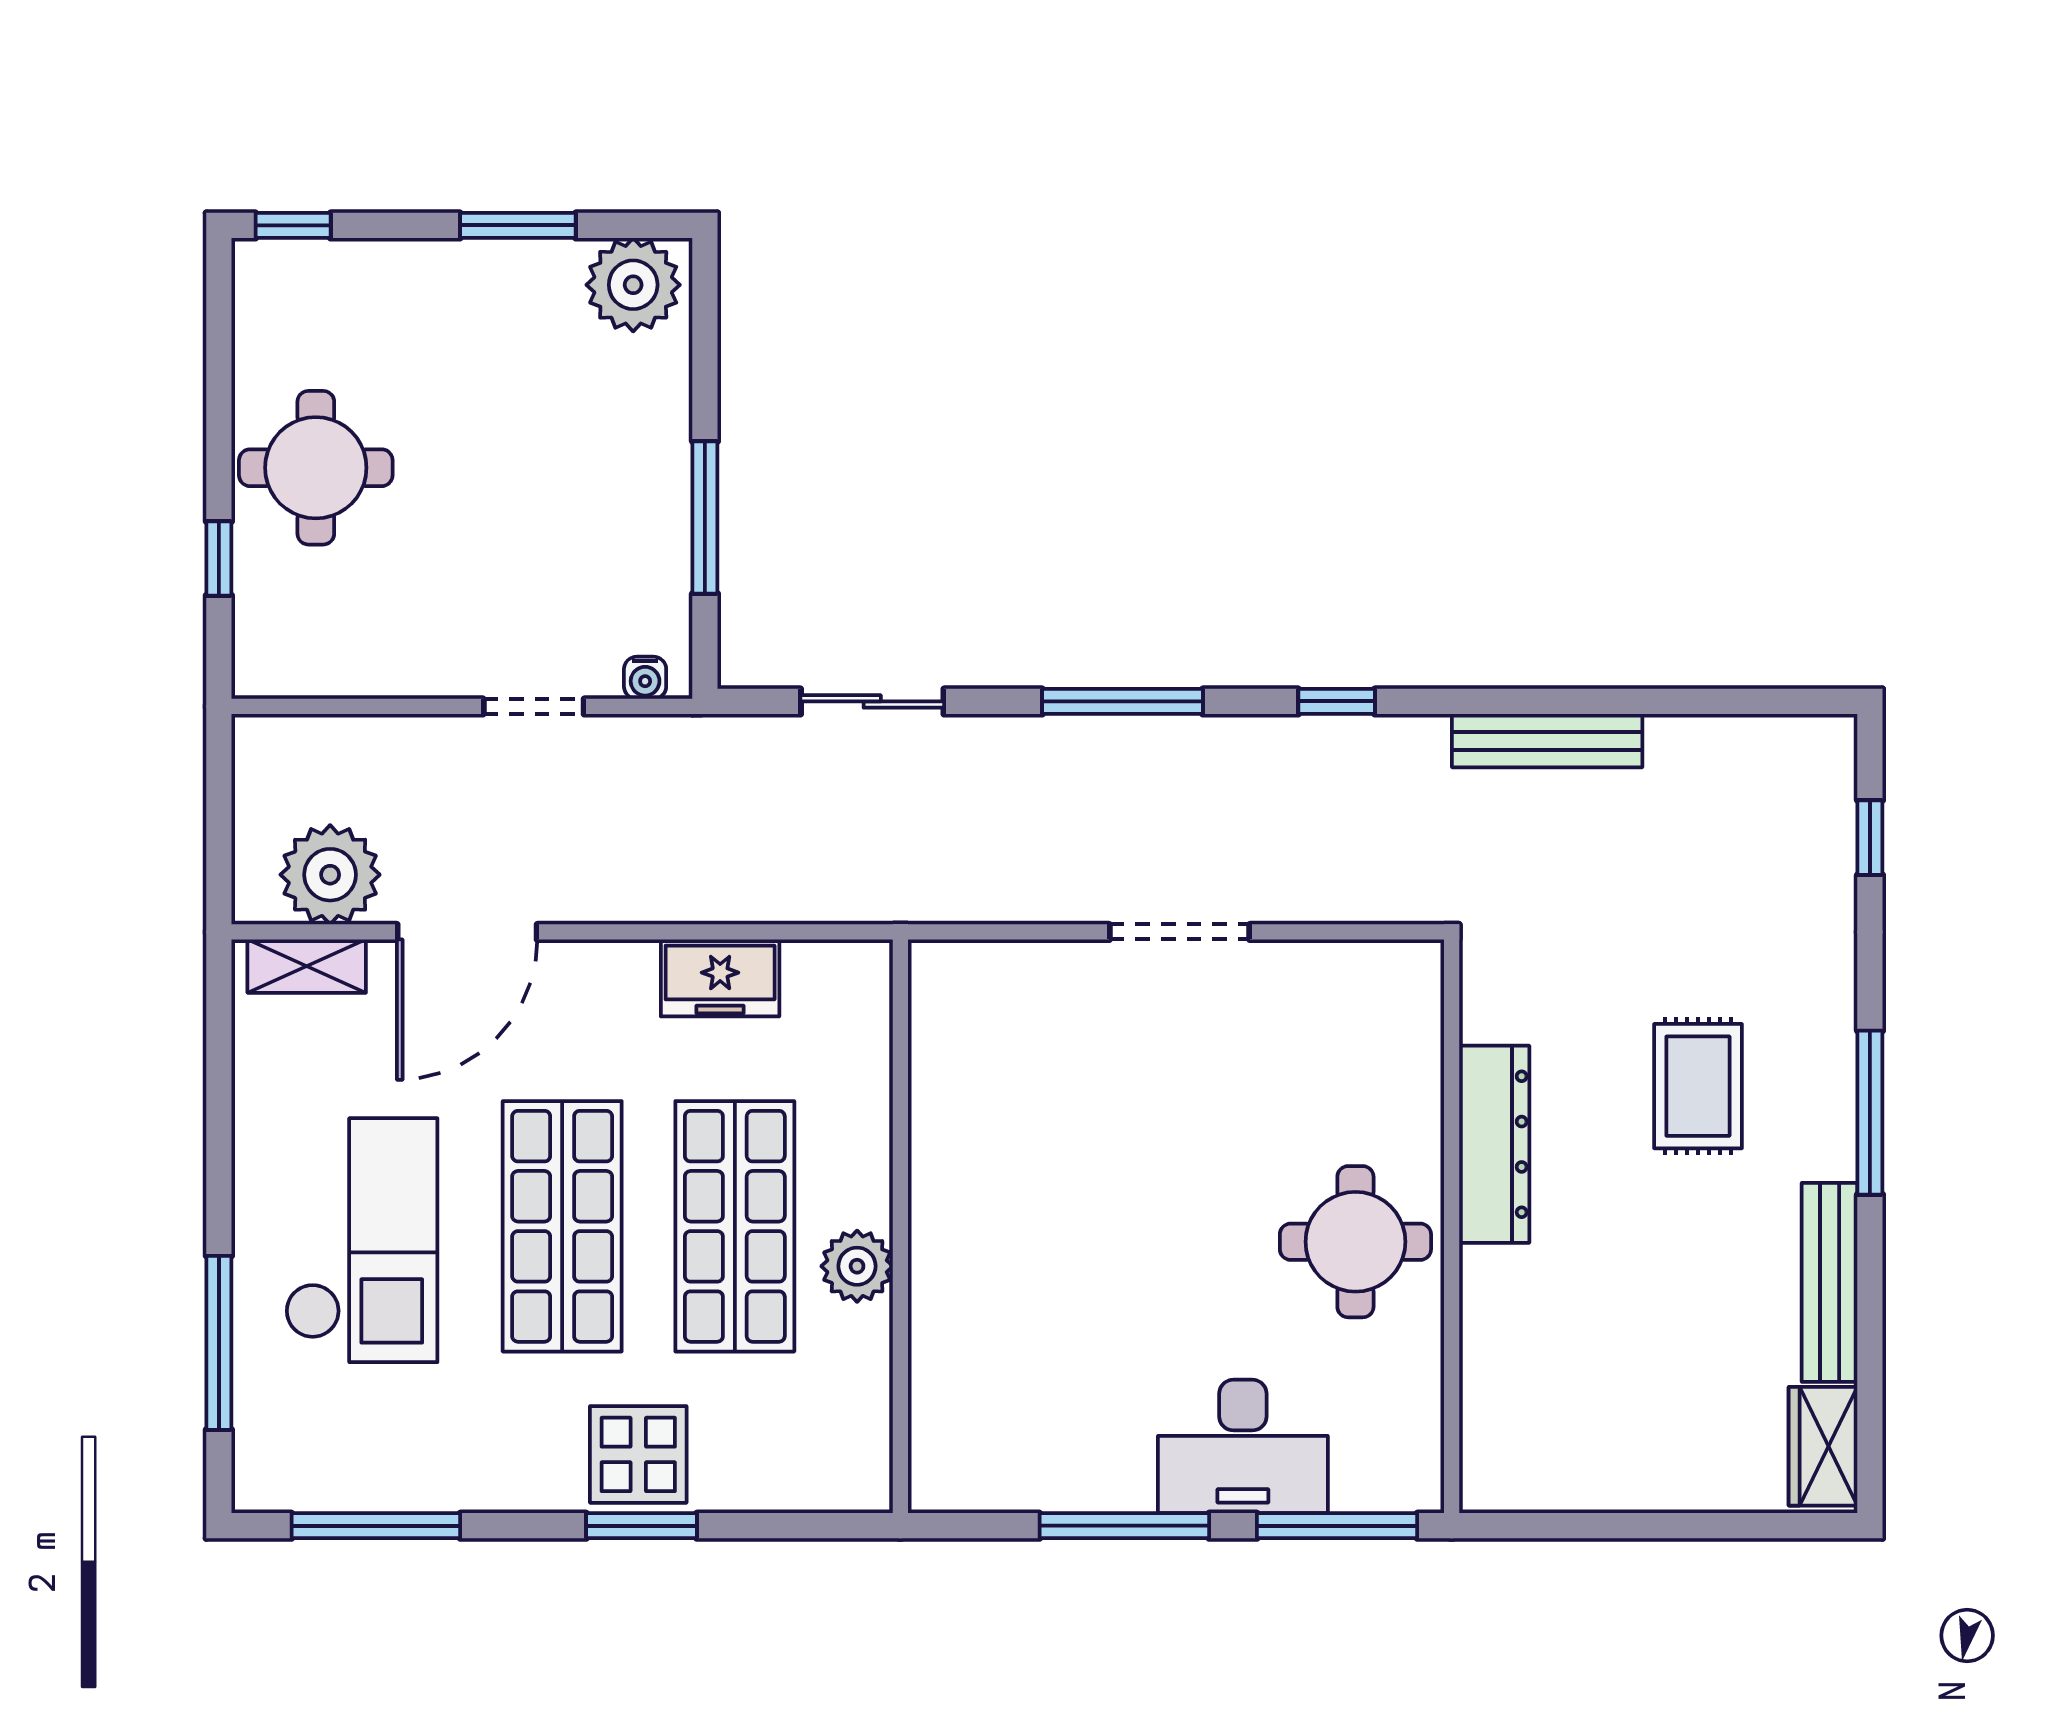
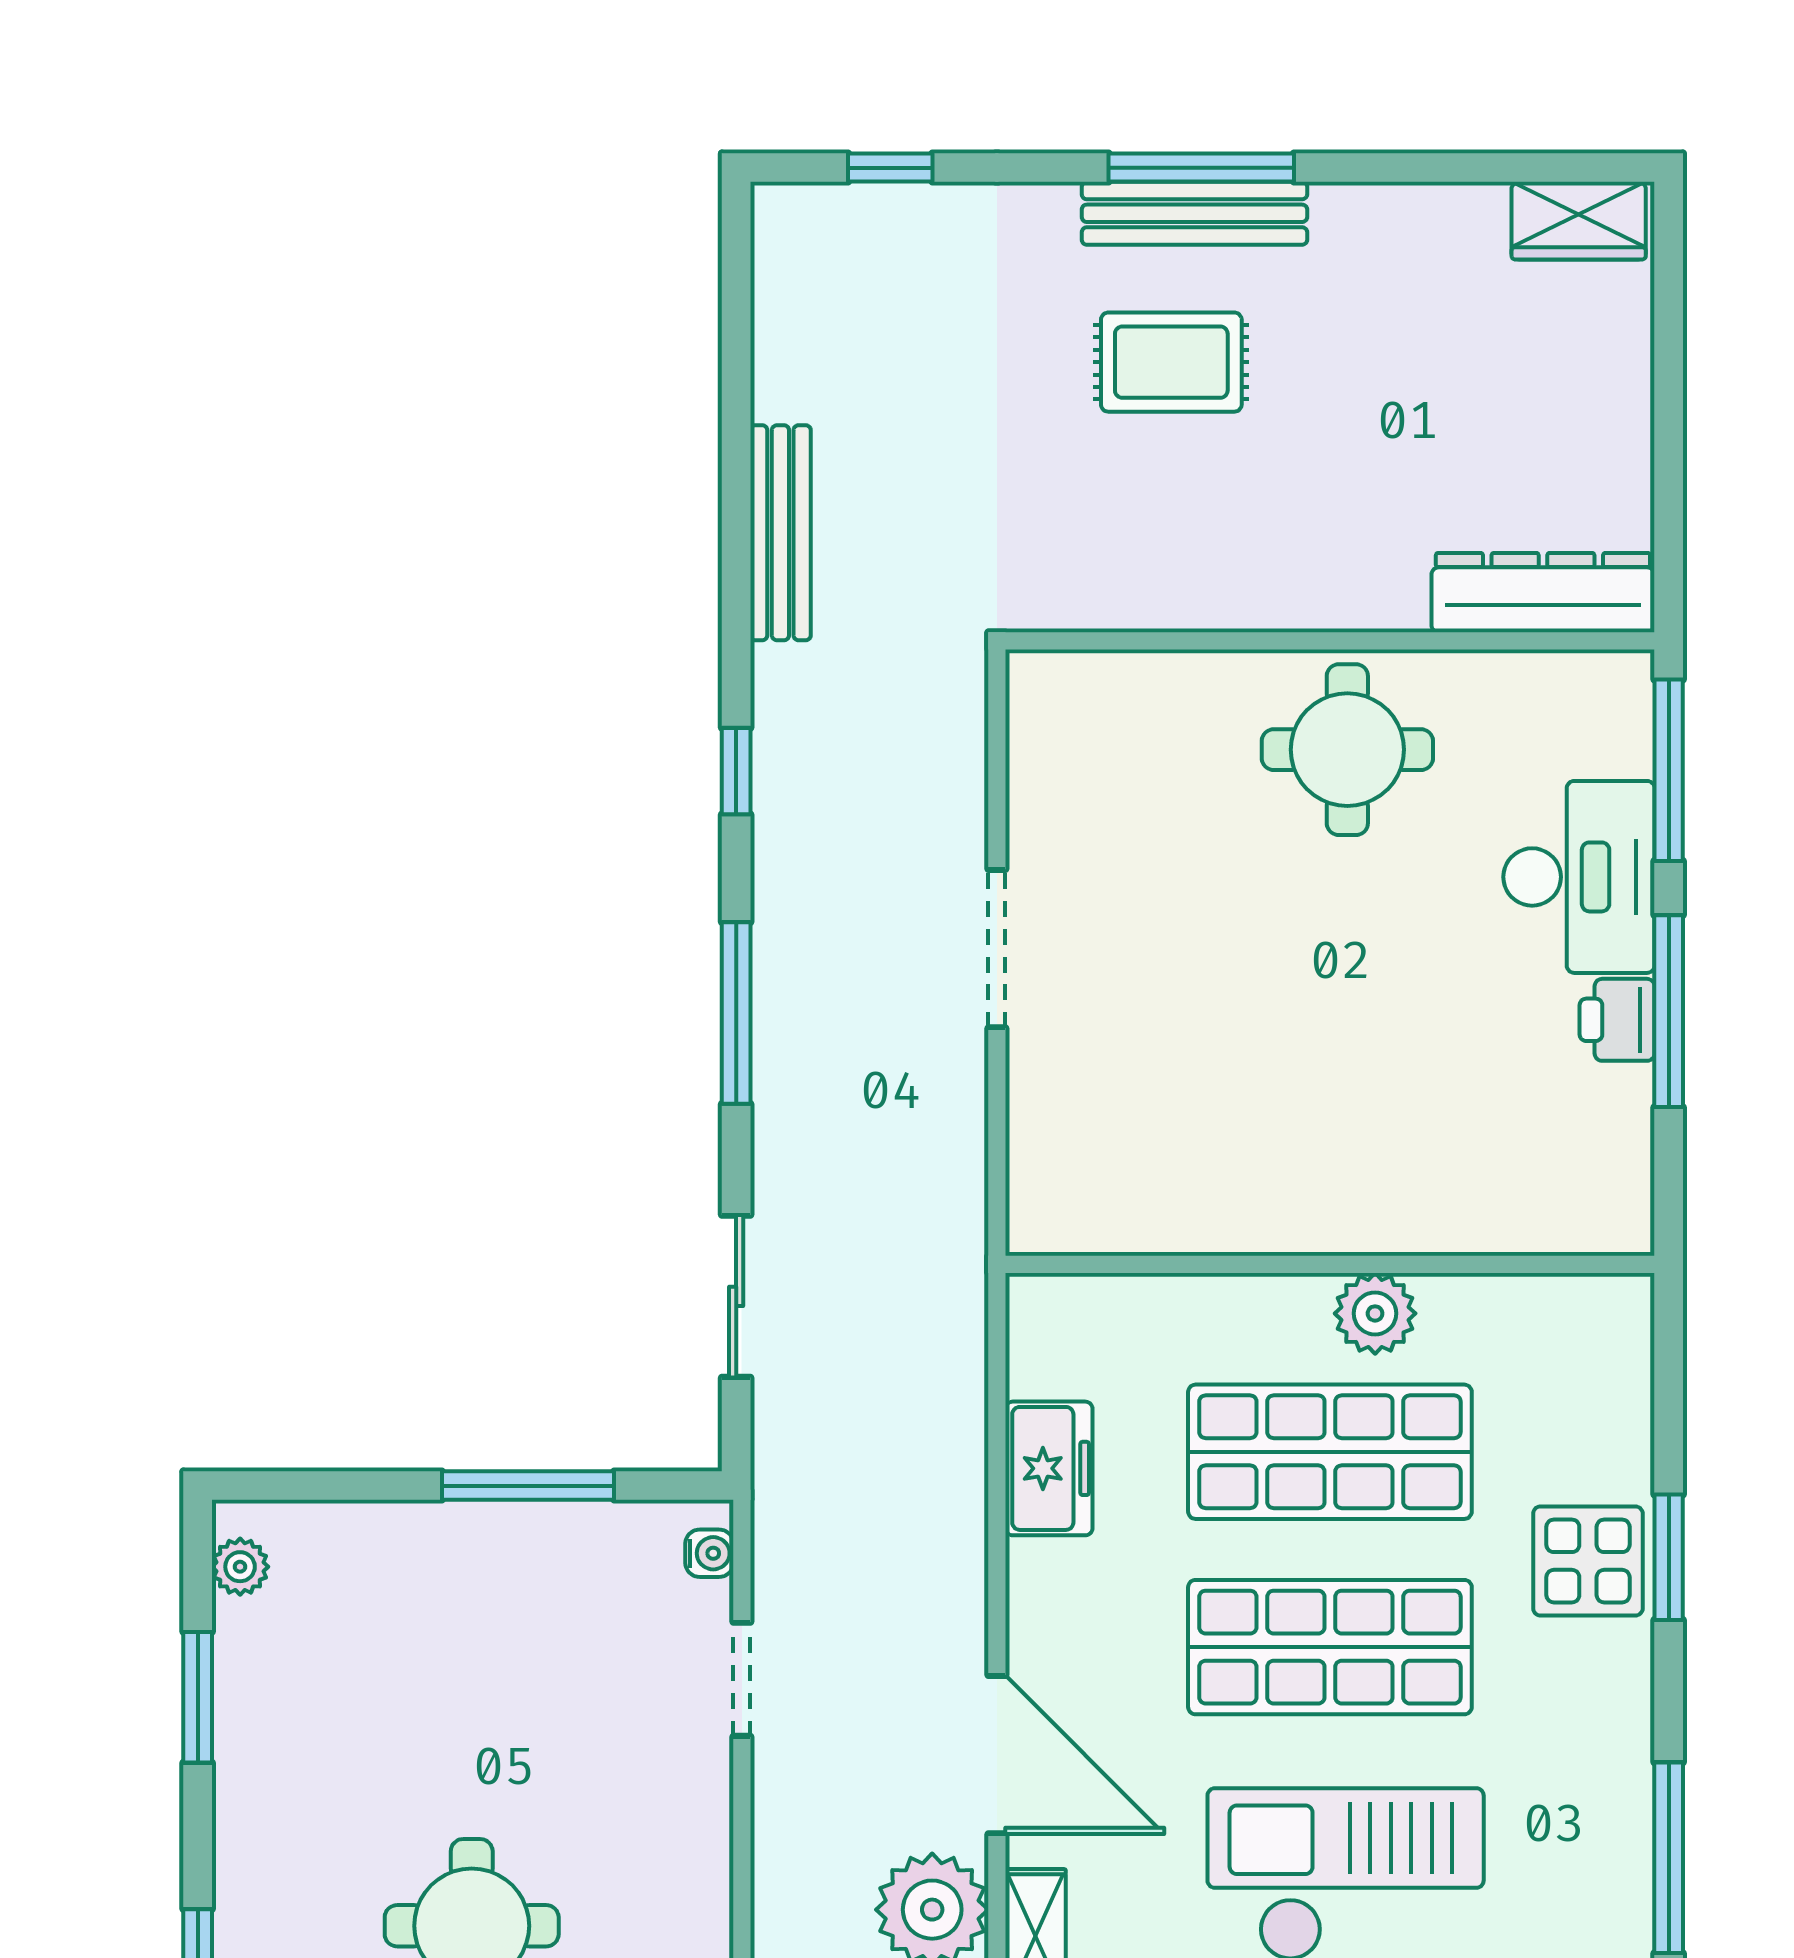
plant: (633, 285) -> (240, 1567), width x0.53, depth x0.53
dresser: (1494, 1144) -> (1543, 593), moved
bench: (1830, 1282) -> (1194, 213), moved
printer: (1117, 1480) -> (1617, 1020), added

